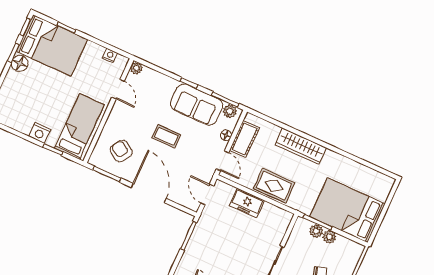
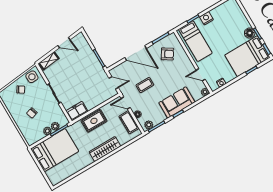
sofa: (197, 105) -> (177, 102), moved
coffee table: (166, 136) -> (145, 85), moved
freezer: (247, 203) -> (77, 111), moved

